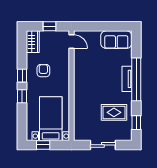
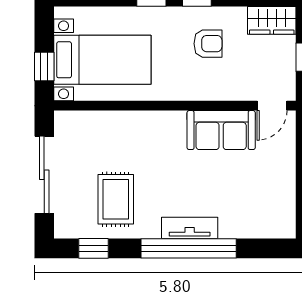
sofa: (116, 40) -> (221, 130), moved, turned -90
window: (43, 145) -> (44, 66), moved
sliding door: (103, 145) -> (44, 175), width x1.37

